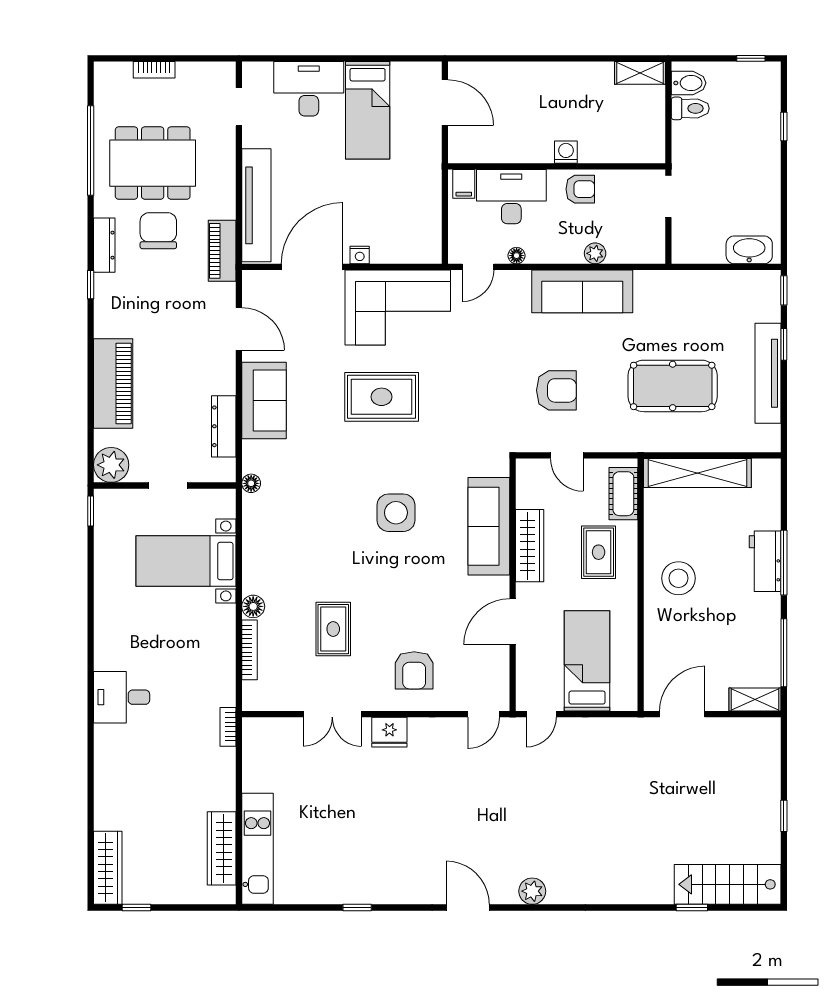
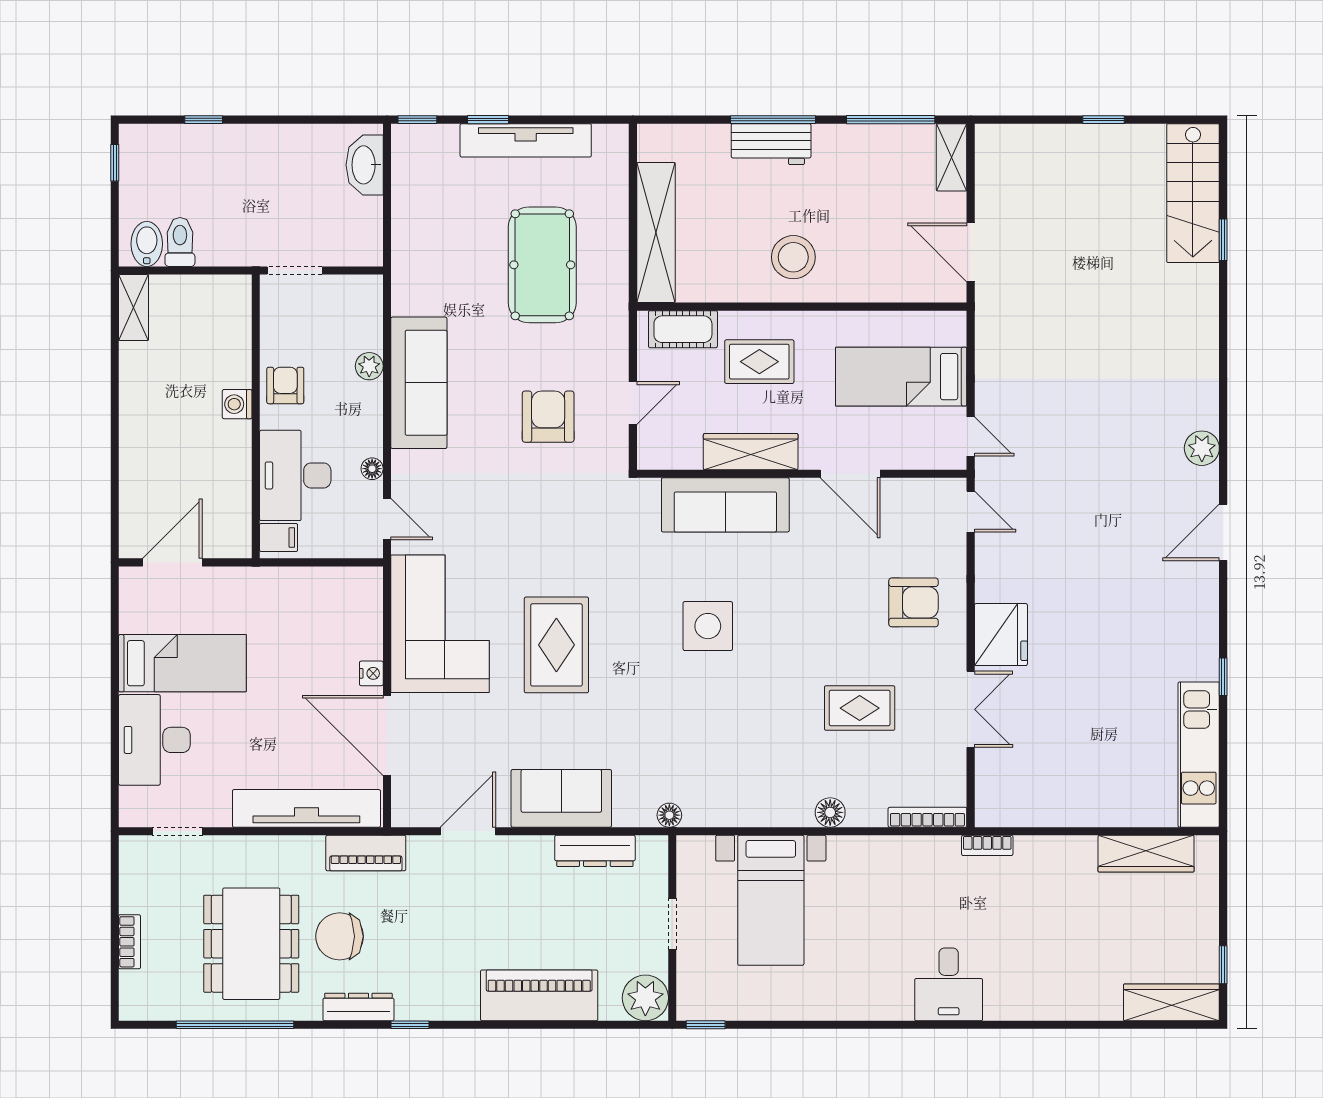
bookcase: (249, 650) -> (927, 817), moved
fridge: (389, 732) -> (1001, 635), width x1.36, depth x1.34
kitchen unit: (258, 849) -> (1199, 755), moved, turned -90

